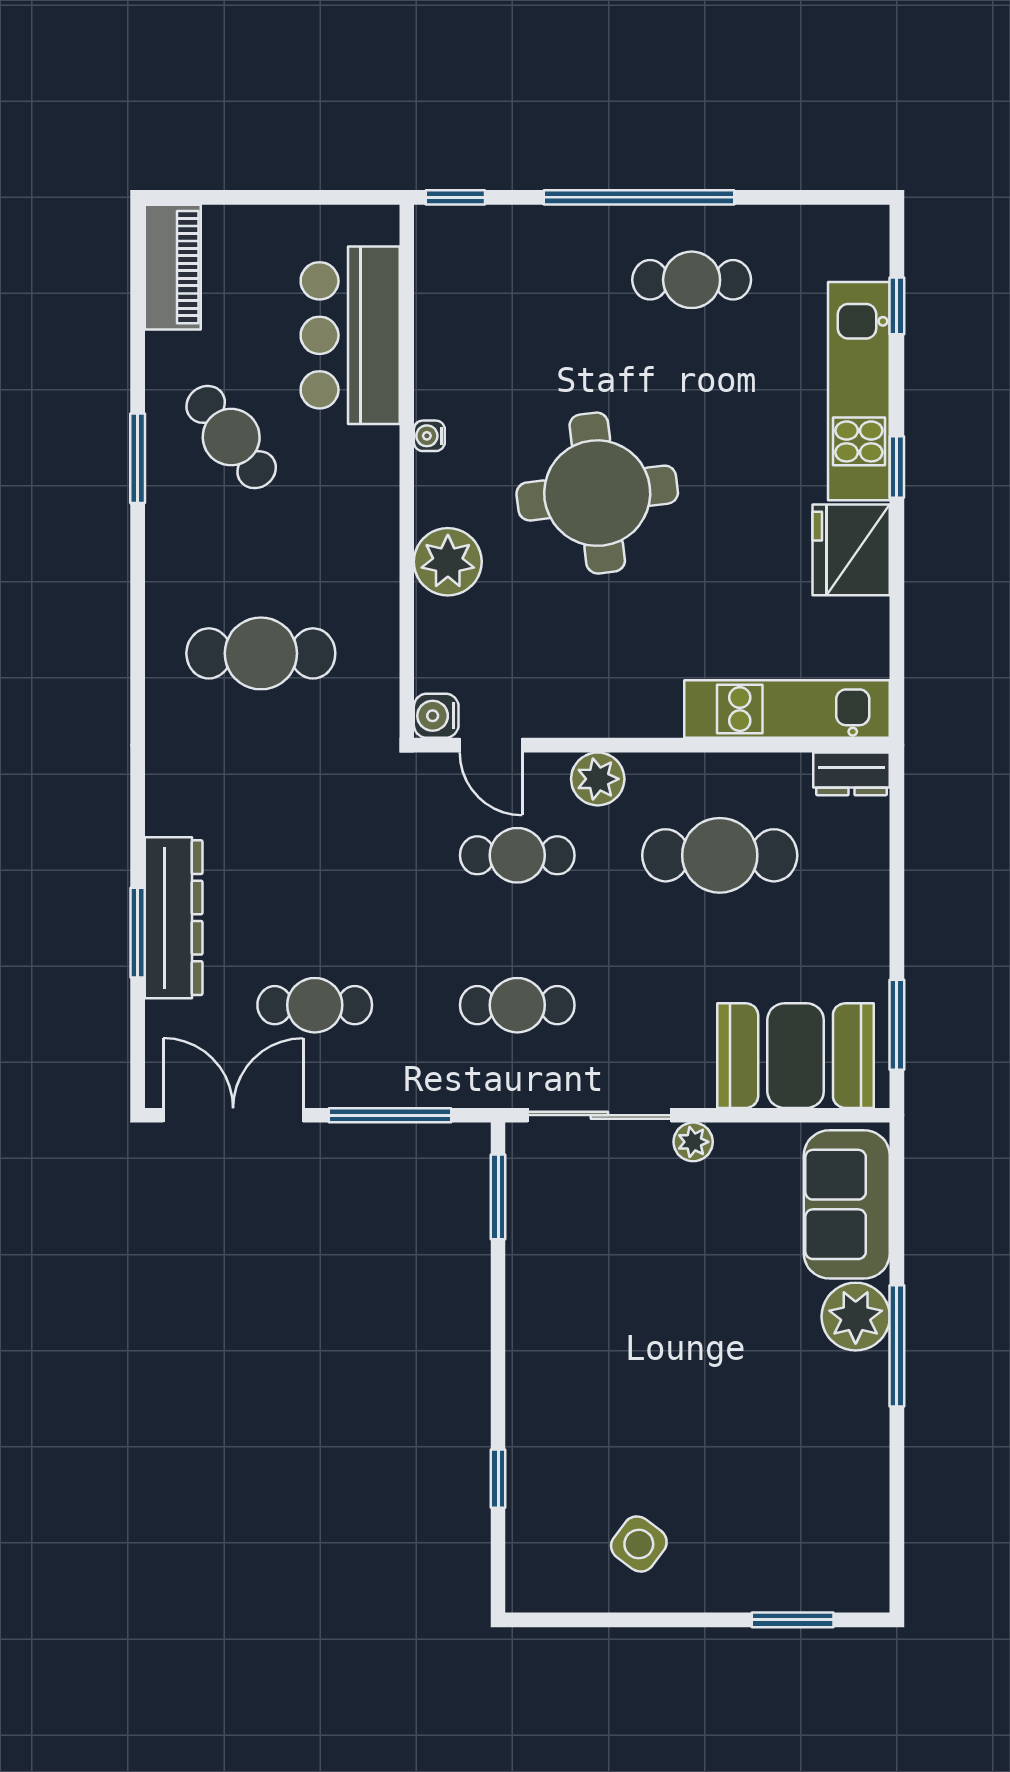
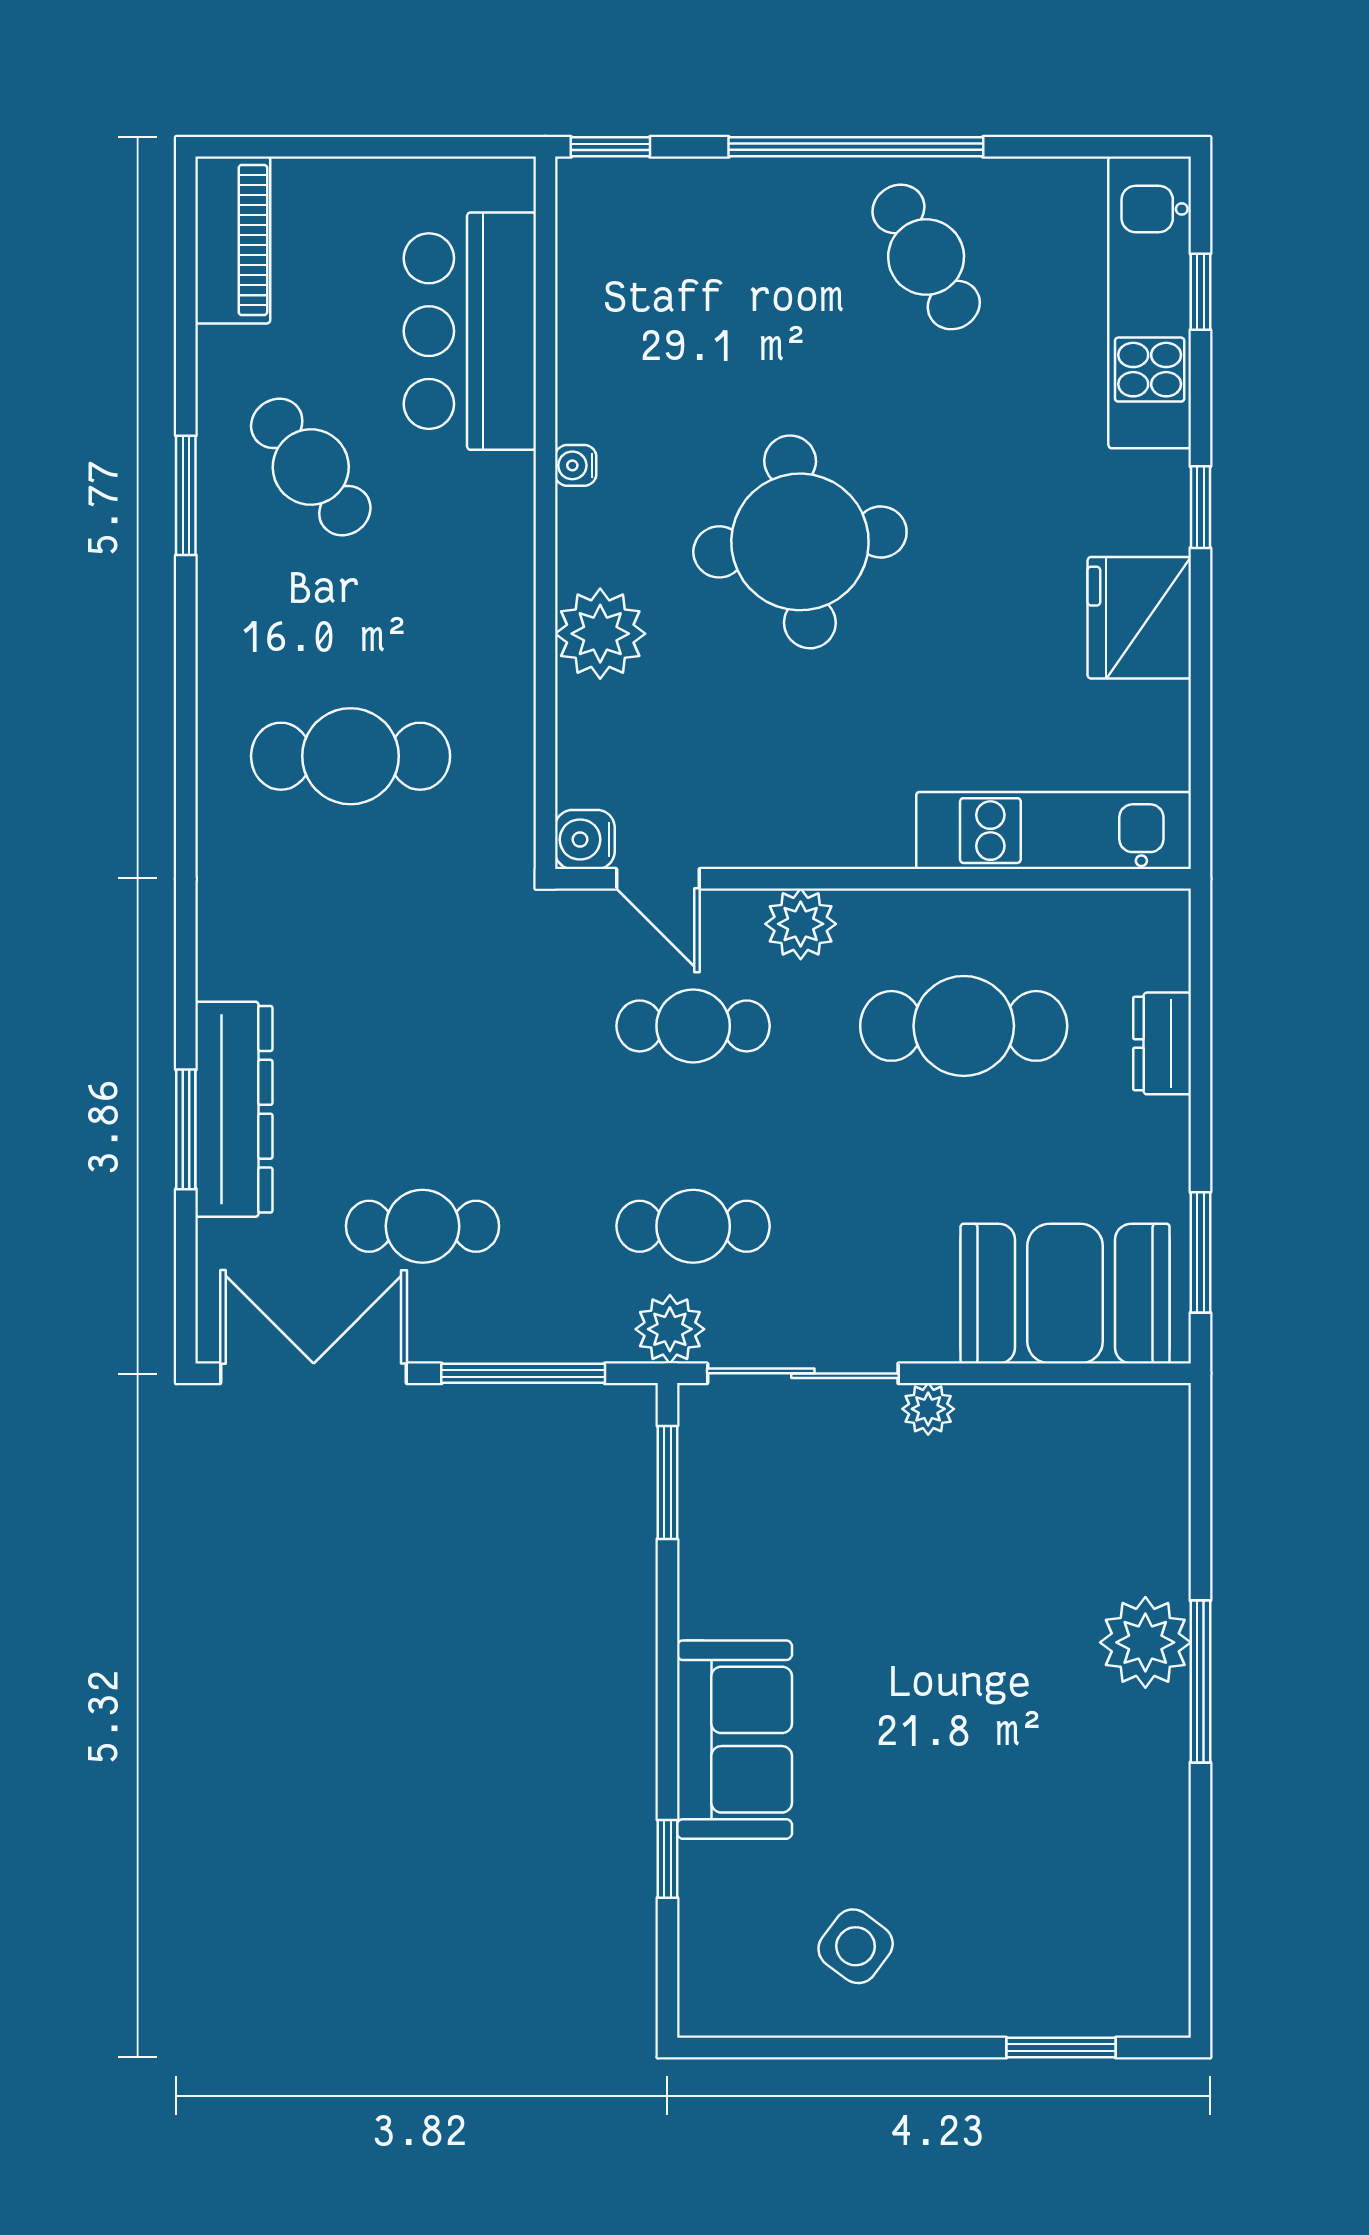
cafe table: (692, 280) -> (926, 257), turned 60
kitchen unit: (859, 391) -> (1150, 302), moved
dresser: (852, 774) -> (1162, 1043), moved, turned 90
plant: (500, 1082) -> (670, 1329), added
sofa: (847, 1204) -> (734, 1740), moved, turned 180

